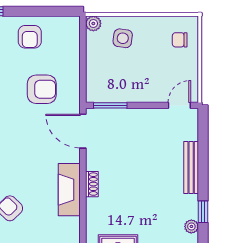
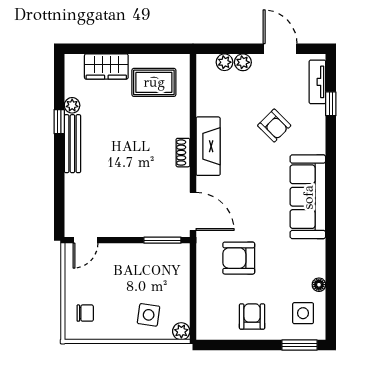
bench: (191, 167) -> (72, 144), moved

